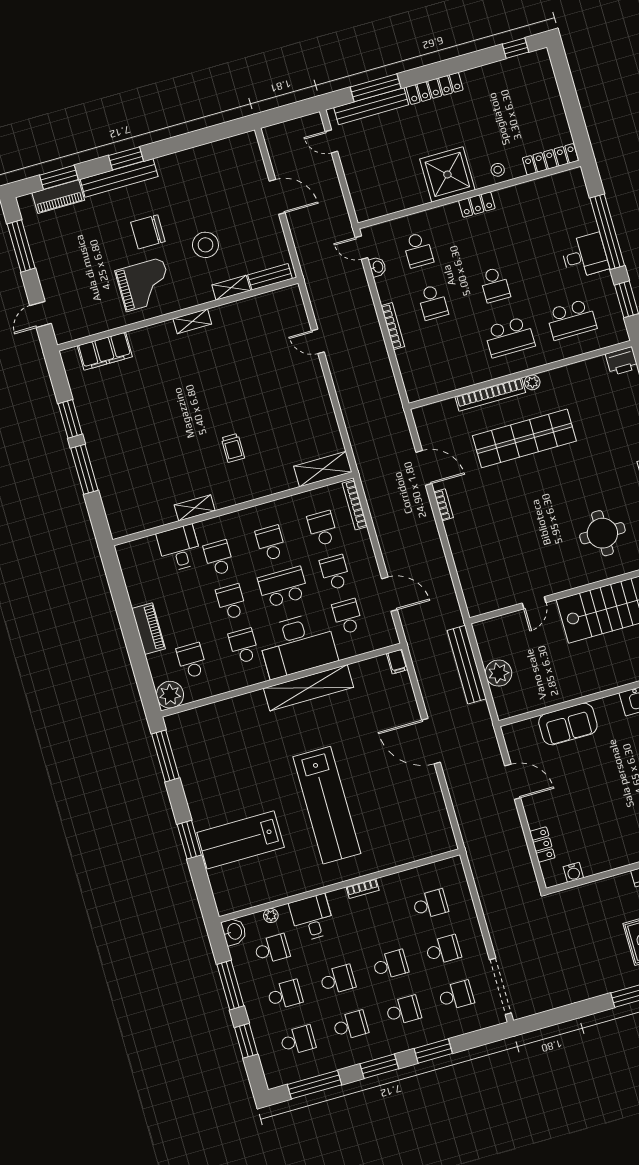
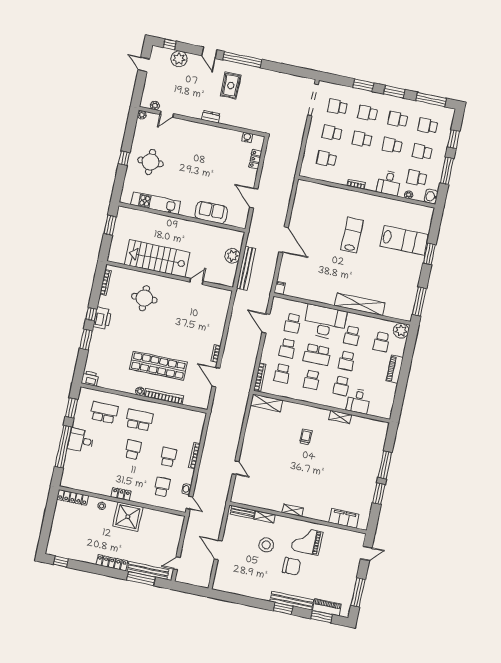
door: (331, 141) -> (177, 563), swing flipped
shelving: (308, 688) -> (360, 304), moved
lab bench: (327, 805) -> (352, 235), width x0.54, depth x0.72

